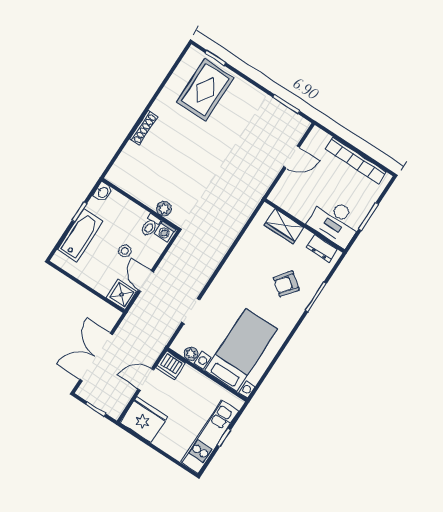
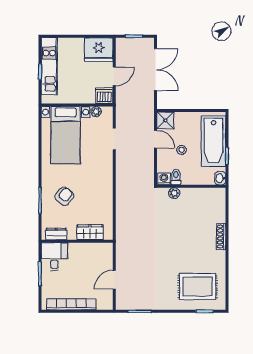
rug: (205, 90) -> (198, 287), turned 90
desk: (335, 222) -> (54, 257), width x0.73
bathtub: (80, 235) -> (214, 141), width x1.36, depth x1.36

